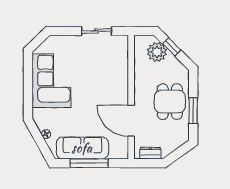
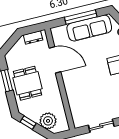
window: (172, 47) -> (28, 123), moved

